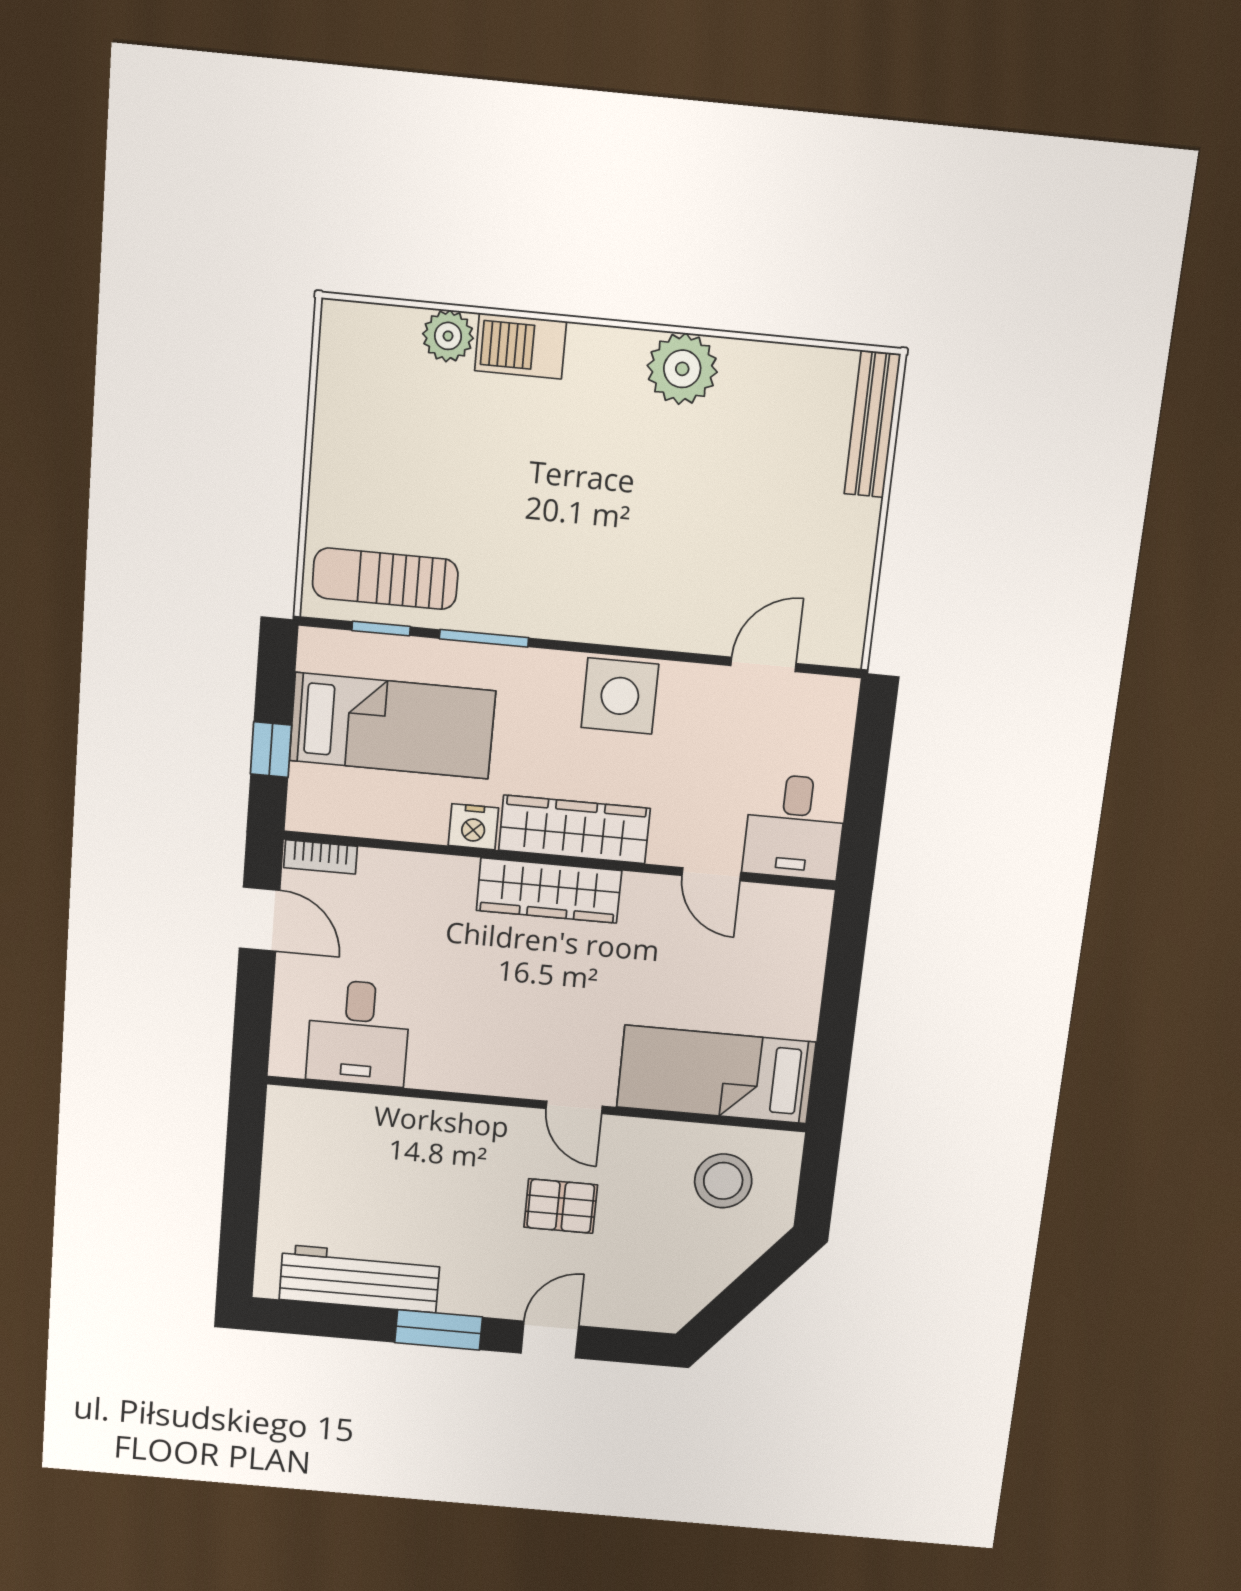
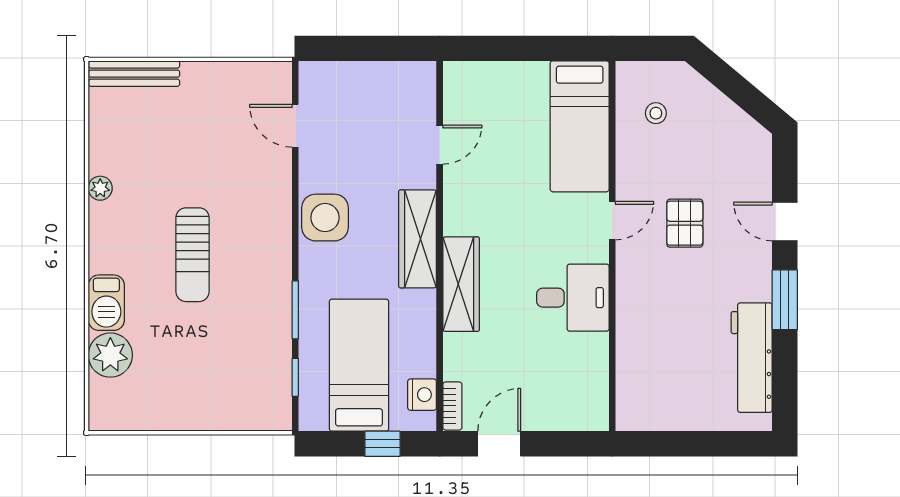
plant: (448, 336) -> (110, 355), width x1.36, depth x1.36
plant: (682, 369) -> (100, 188), width x0.53, depth x0.53
sun lounger: (385, 579) -> (192, 255), moved
nightstand: (473, 827) -> (422, 395), moved
desk: (795, 827) -> (402, 93), removed
wardrobe: (549, 890) -> (461, 284), moved
desk: (358, 1033) -> (573, 298), moved
stool: (723, 1181) -> (656, 113), width x0.53, depth x0.53

